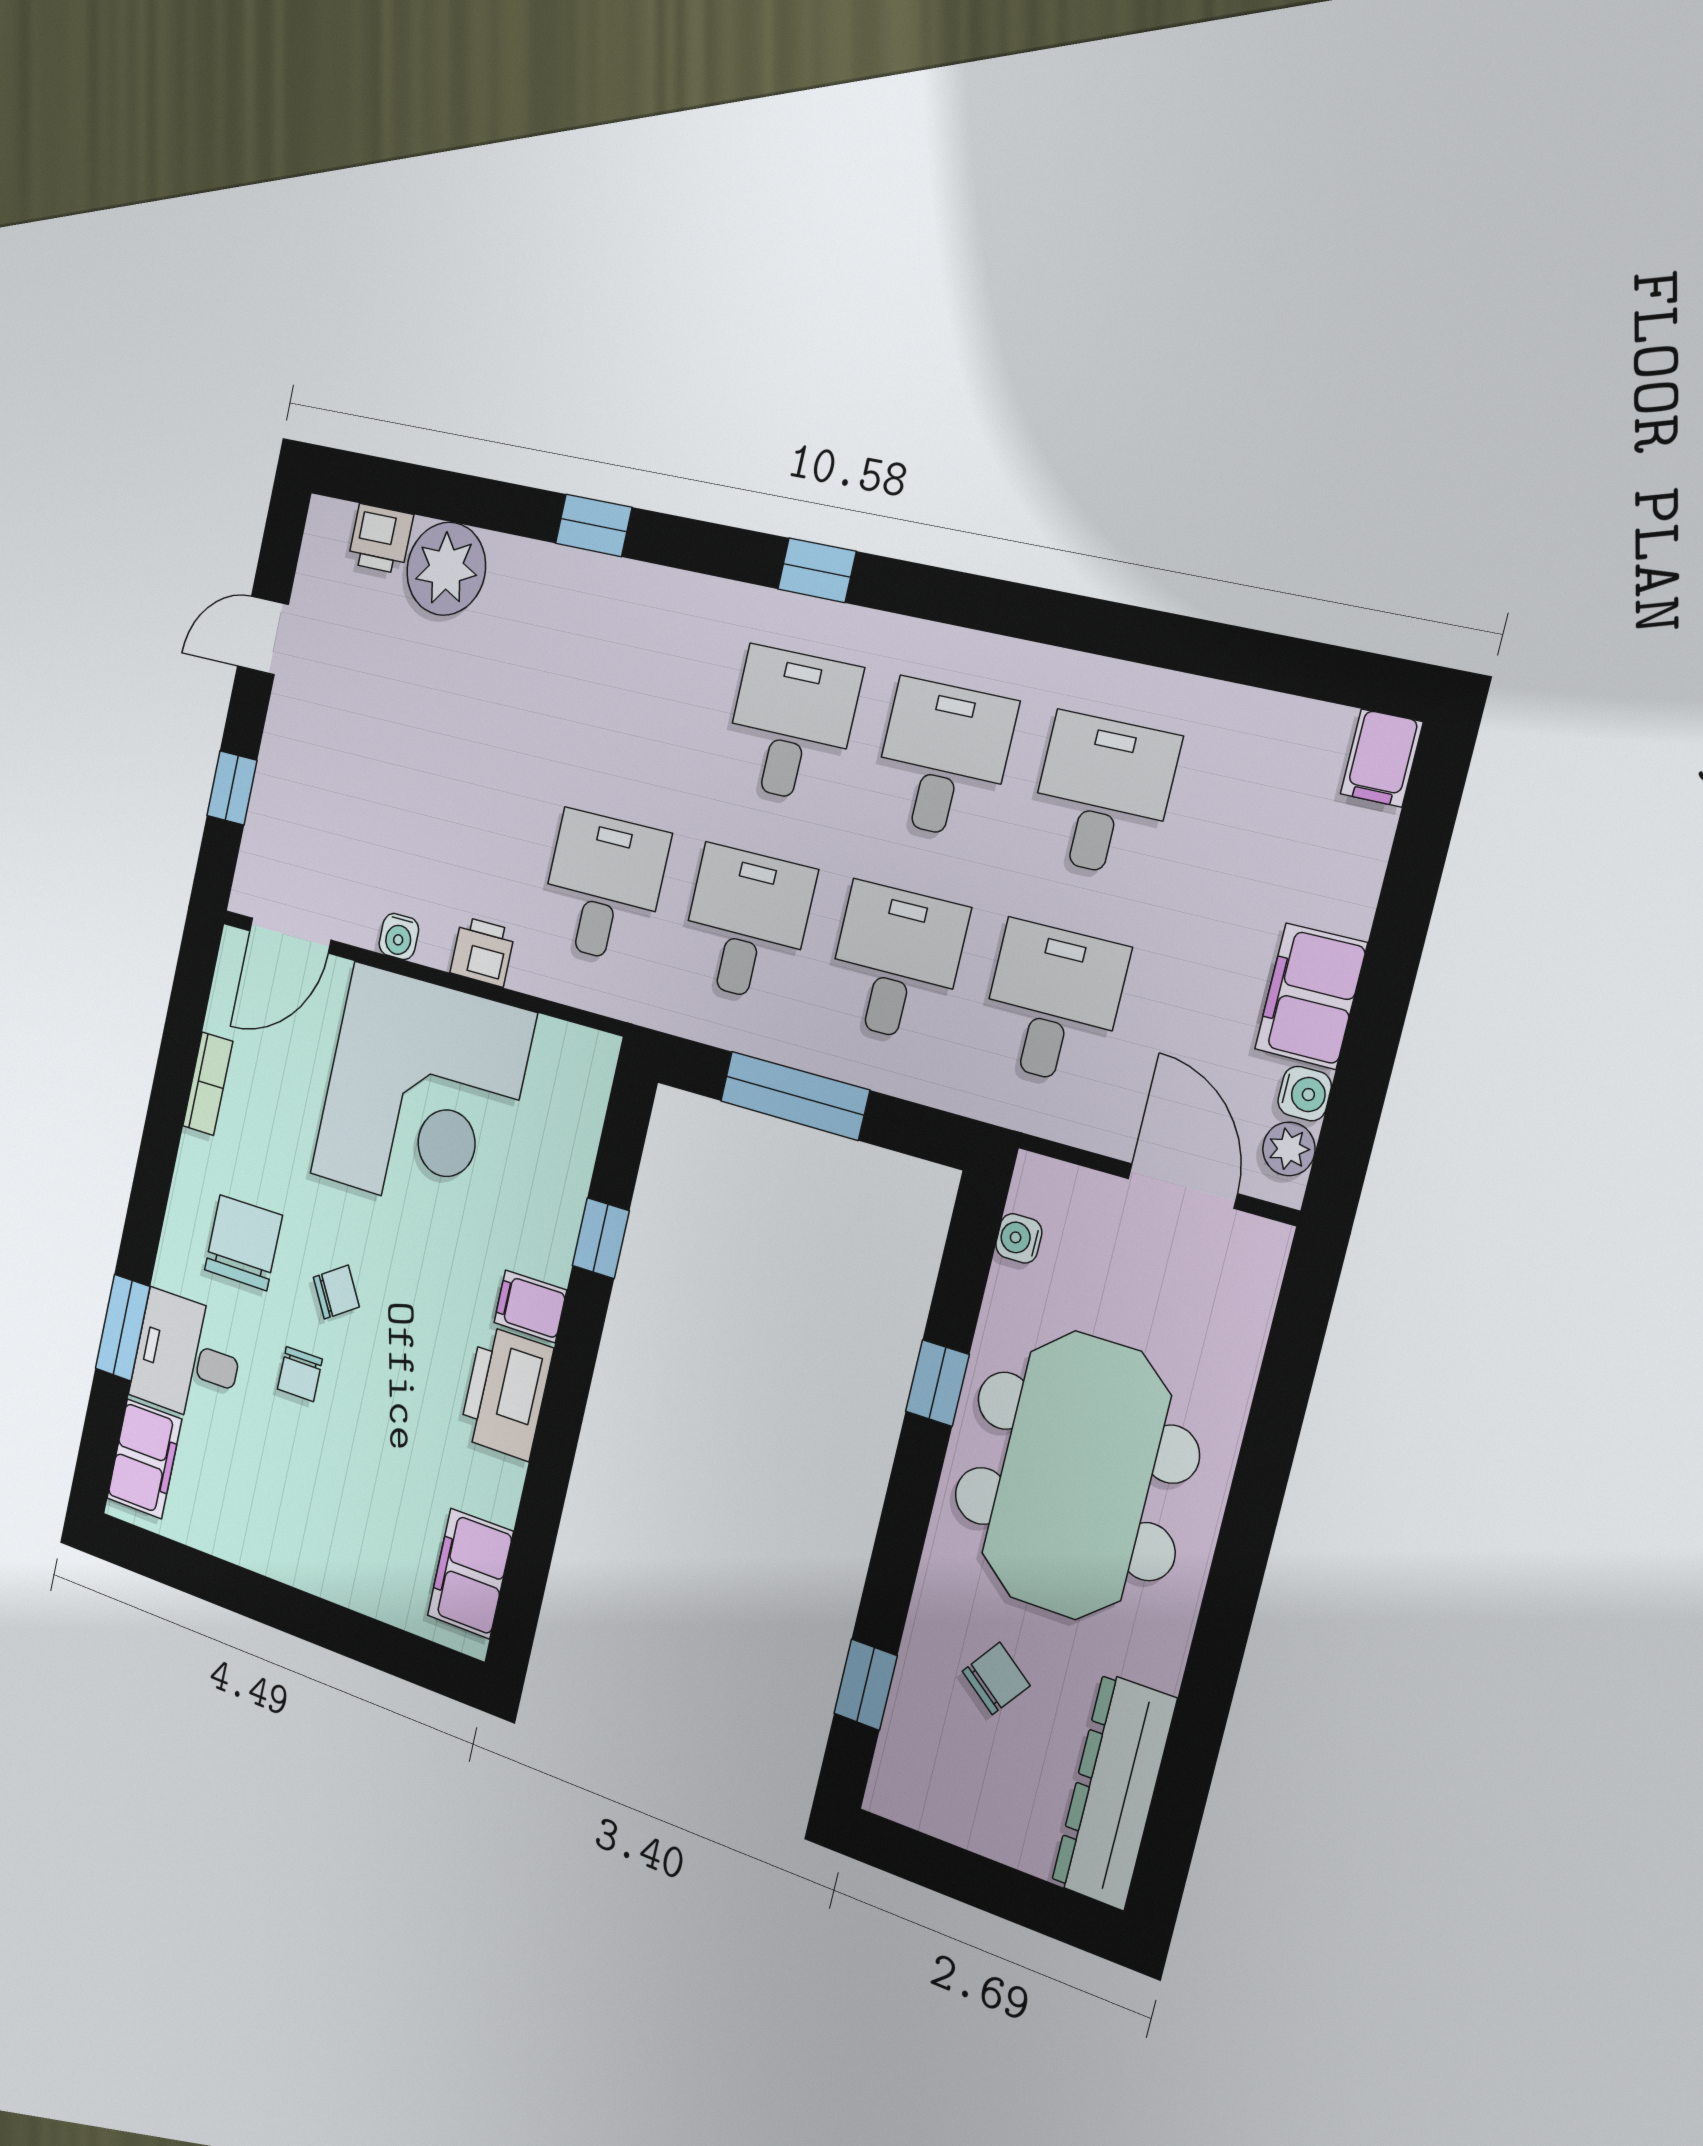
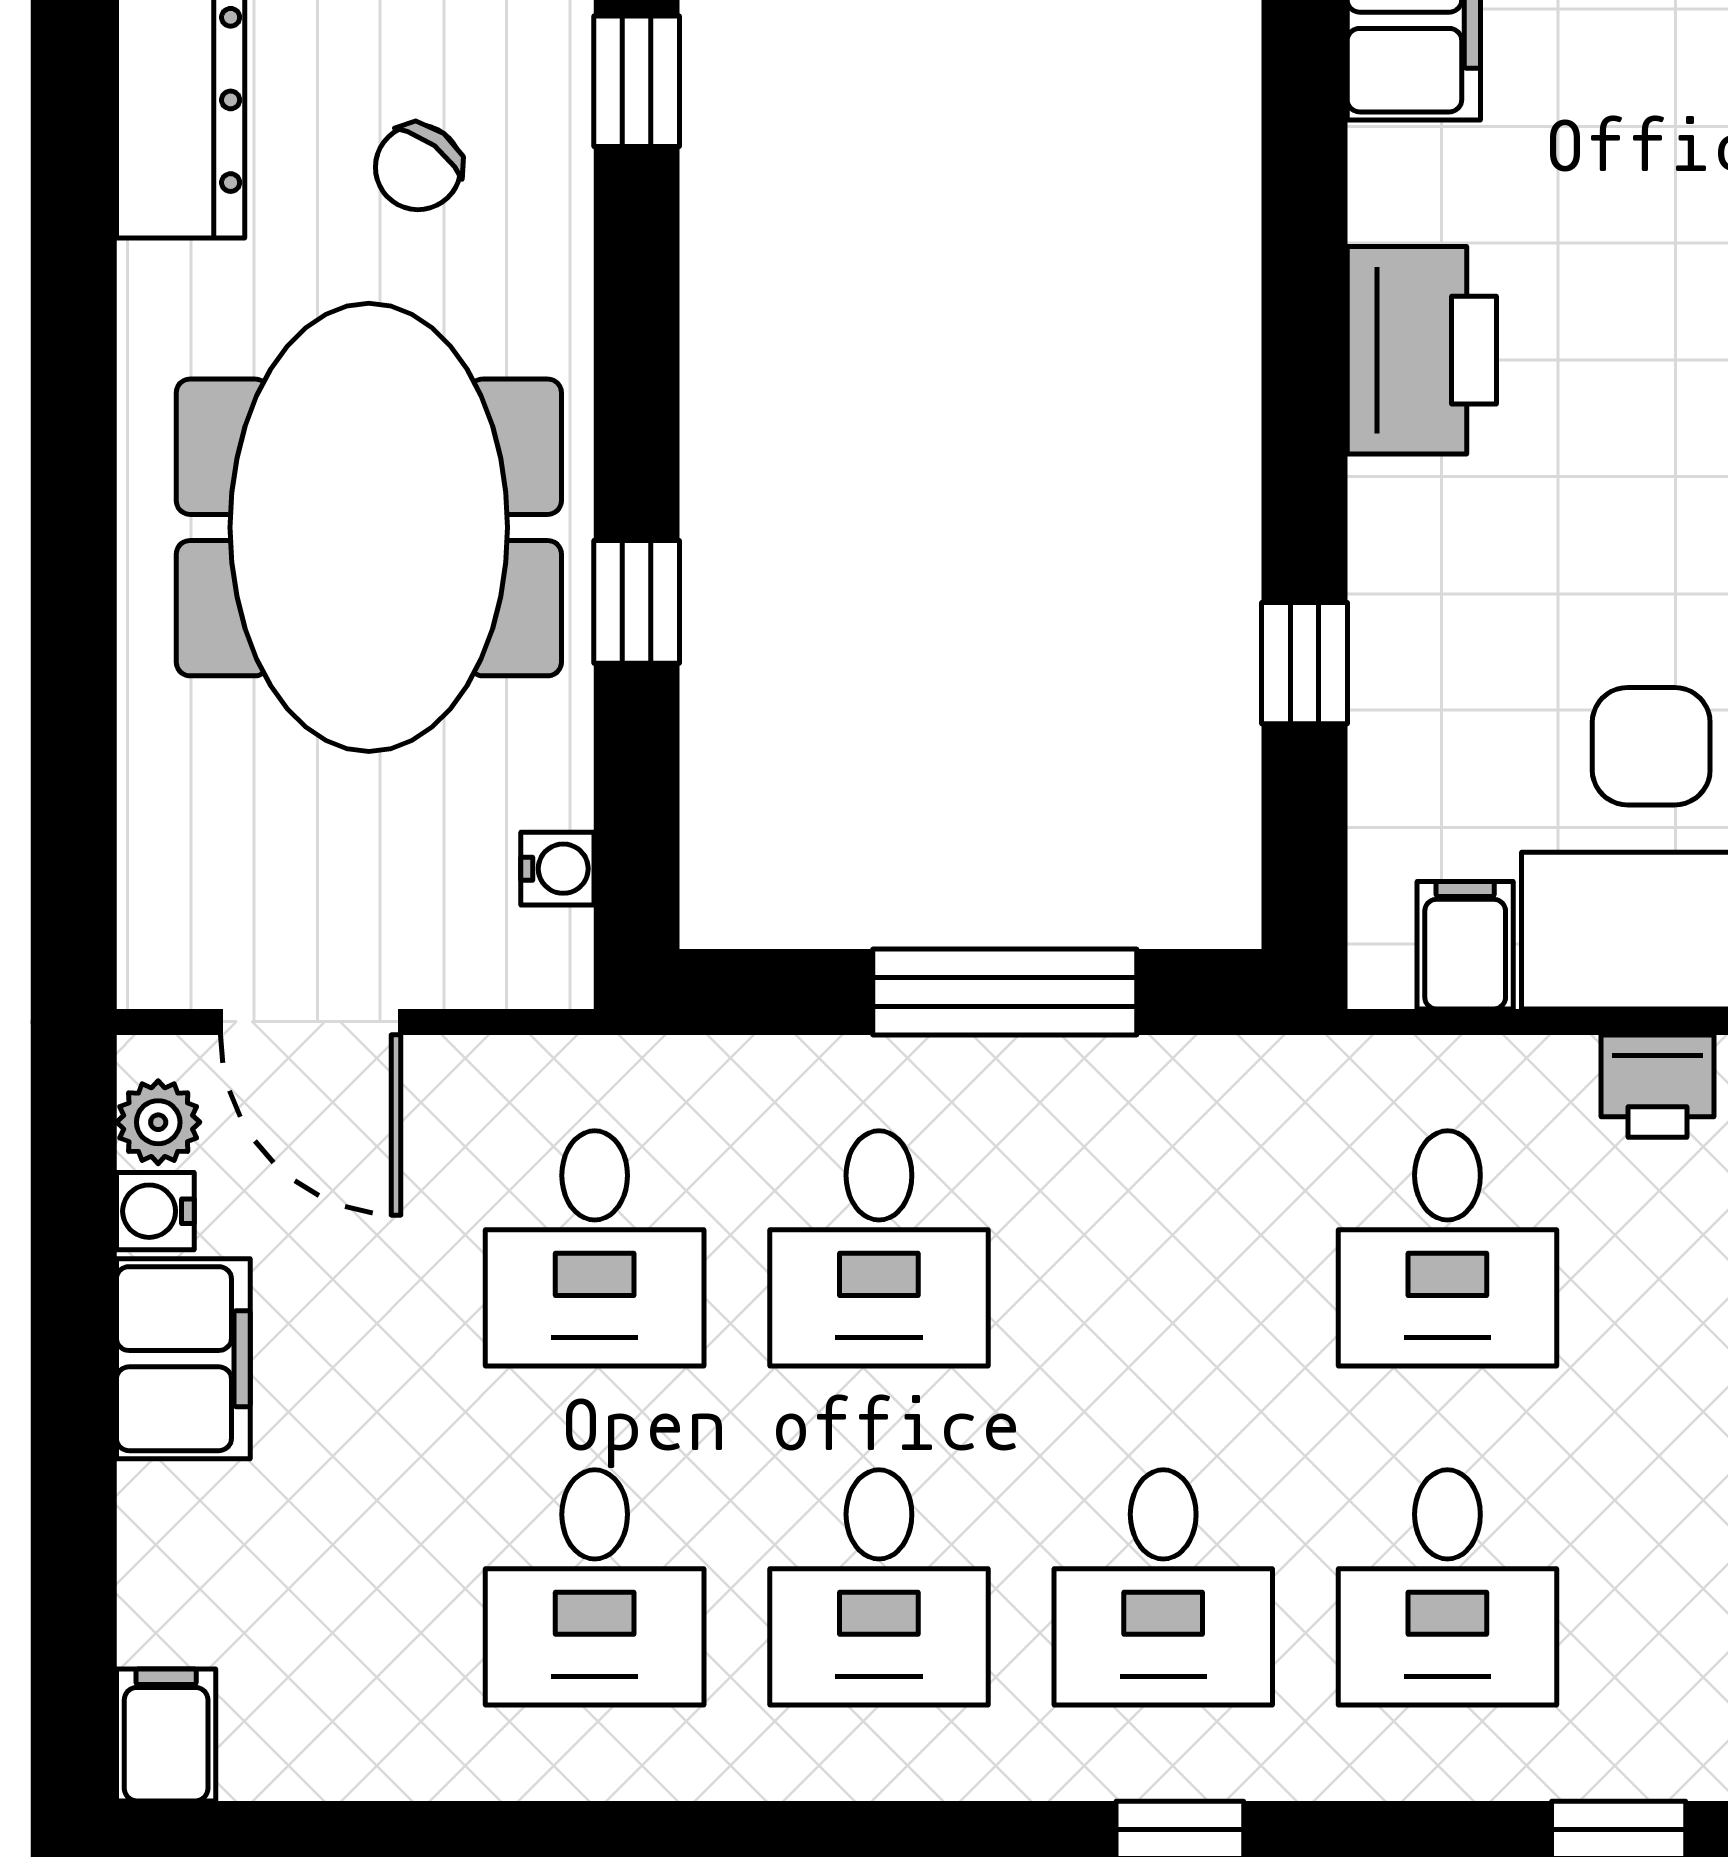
desk: (746, 924) -> (1447, 1587), moved
filing cabinet: (530, 1306) -> (1465, 945), moved, turned -90

